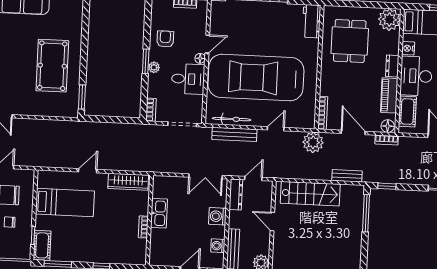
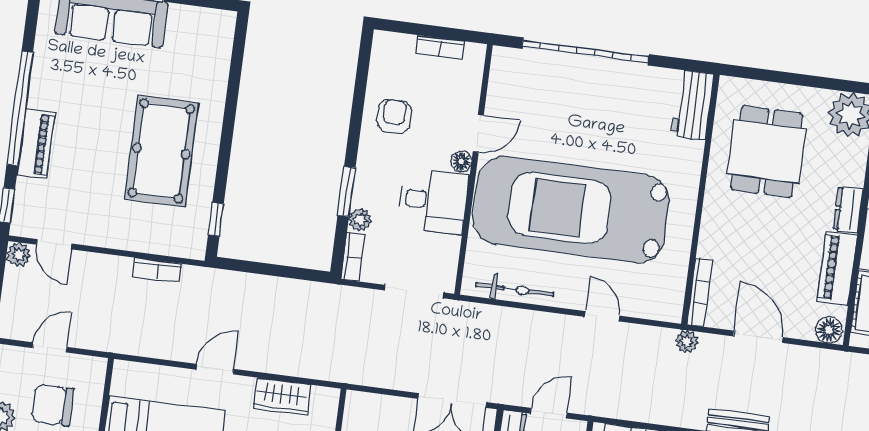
window: (146, 61) -> (347, 192), moved
plant: (154, 67) -> (360, 220), moved
window: (82, 97) -> (216, 219), width x0.67
door: (276, 129) -> (602, 316), hinge flipped
bench: (234, 134) -> (518, 321), removed
bookcase: (387, 140) -> (157, 270), moved
plant: (313, 142) -> (686, 342), width x0.53, depth x0.53
wardrobe: (128, 182) -> (282, 397), width x0.67

